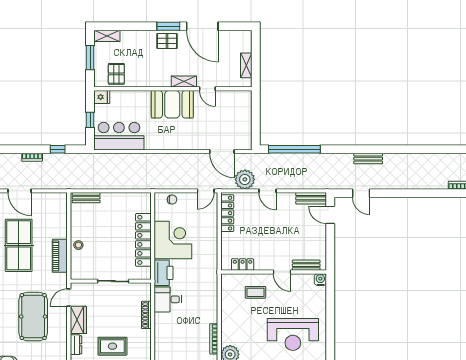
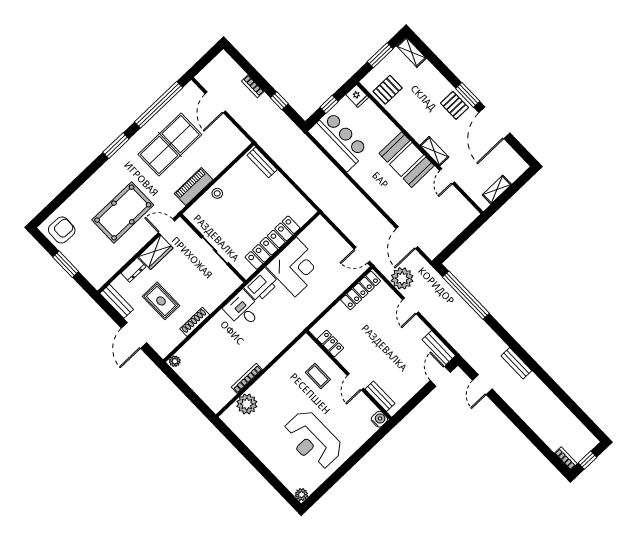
chair: (172, 200) -> (328, 234), removed
shoe rack: (146, 315) -> (195, 322), moved

